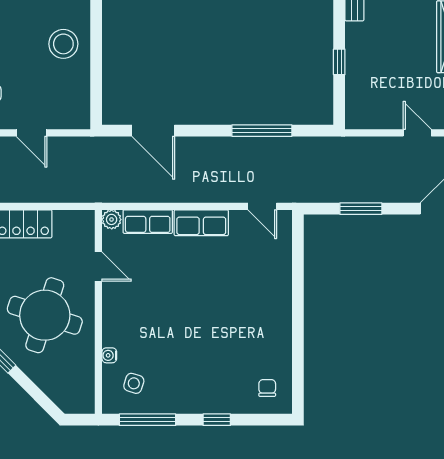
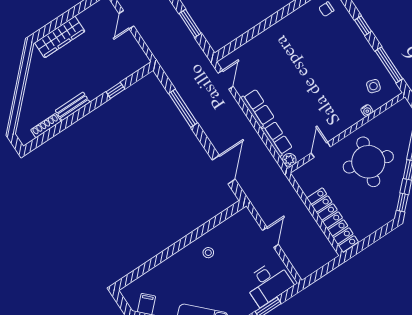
stool: (63, 44) -> (208, 253), width x0.53, depth x0.53

